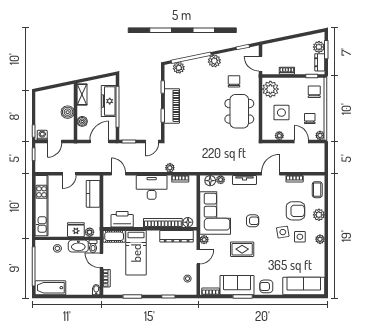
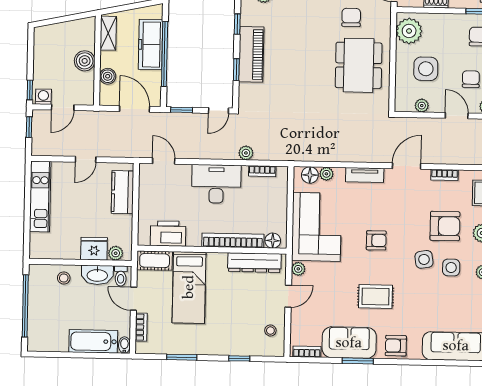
door: (100, 142) -> (135, 109), hinge flipped
kitchen unit: (41, 206) -> (40, 196), width x0.73
rug: (242, 249) -> (376, 296), moved
bathtub: (50, 288) -> (93, 341), moved

